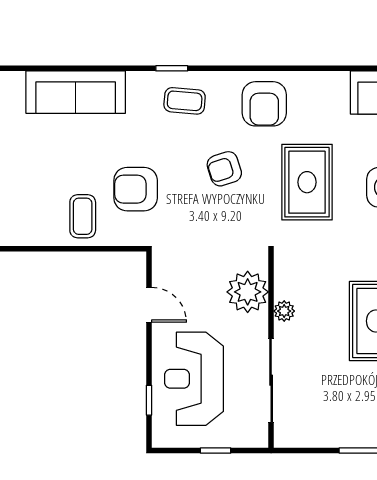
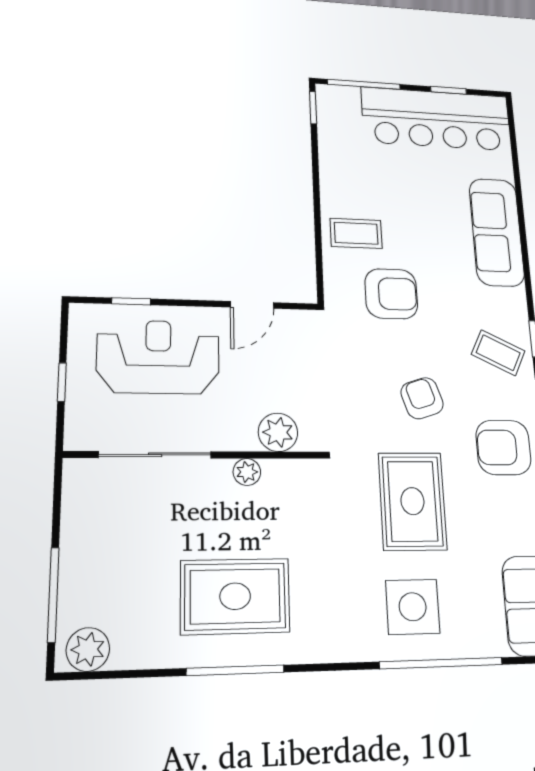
coffee table: (185, 101) -> (498, 353), turned -69
rug: (307, 182) -> (412, 501), turned 90
armchair: (136, 189) -> (391, 294), turned 90
plant: (248, 292) -> (278, 432), width x0.73, depth x0.73

